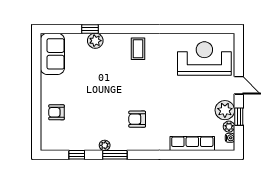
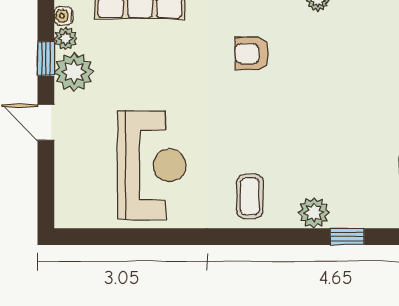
plant: (95, 41) -> (314, 213), moved
reception desk: (204, 58) -> (152, 165), moved, turned -90
armchair: (137, 119) -> (252, 54), turned 180

